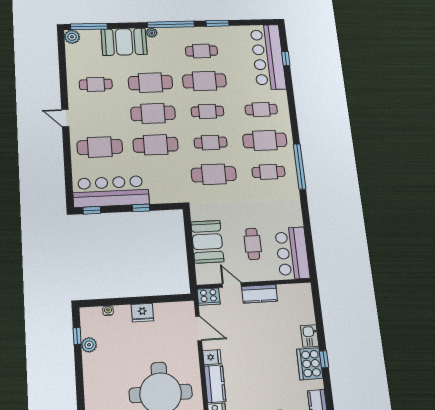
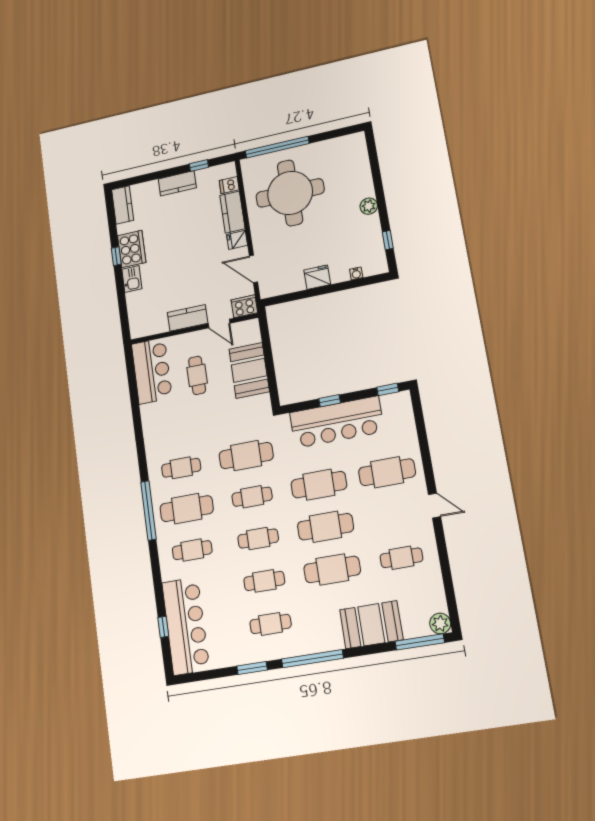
plant: (152, 33) -> (337, 643), removed
cafe table: (204, 81) -> (264, 581), width x0.73, depth x0.74
window: (300, 166) -> (148, 510), moved
bar counter: (111, 191) -> (337, 422), moved
plant: (89, 345) -> (369, 206), moved

